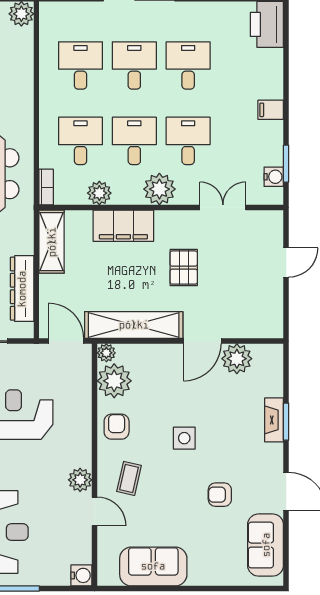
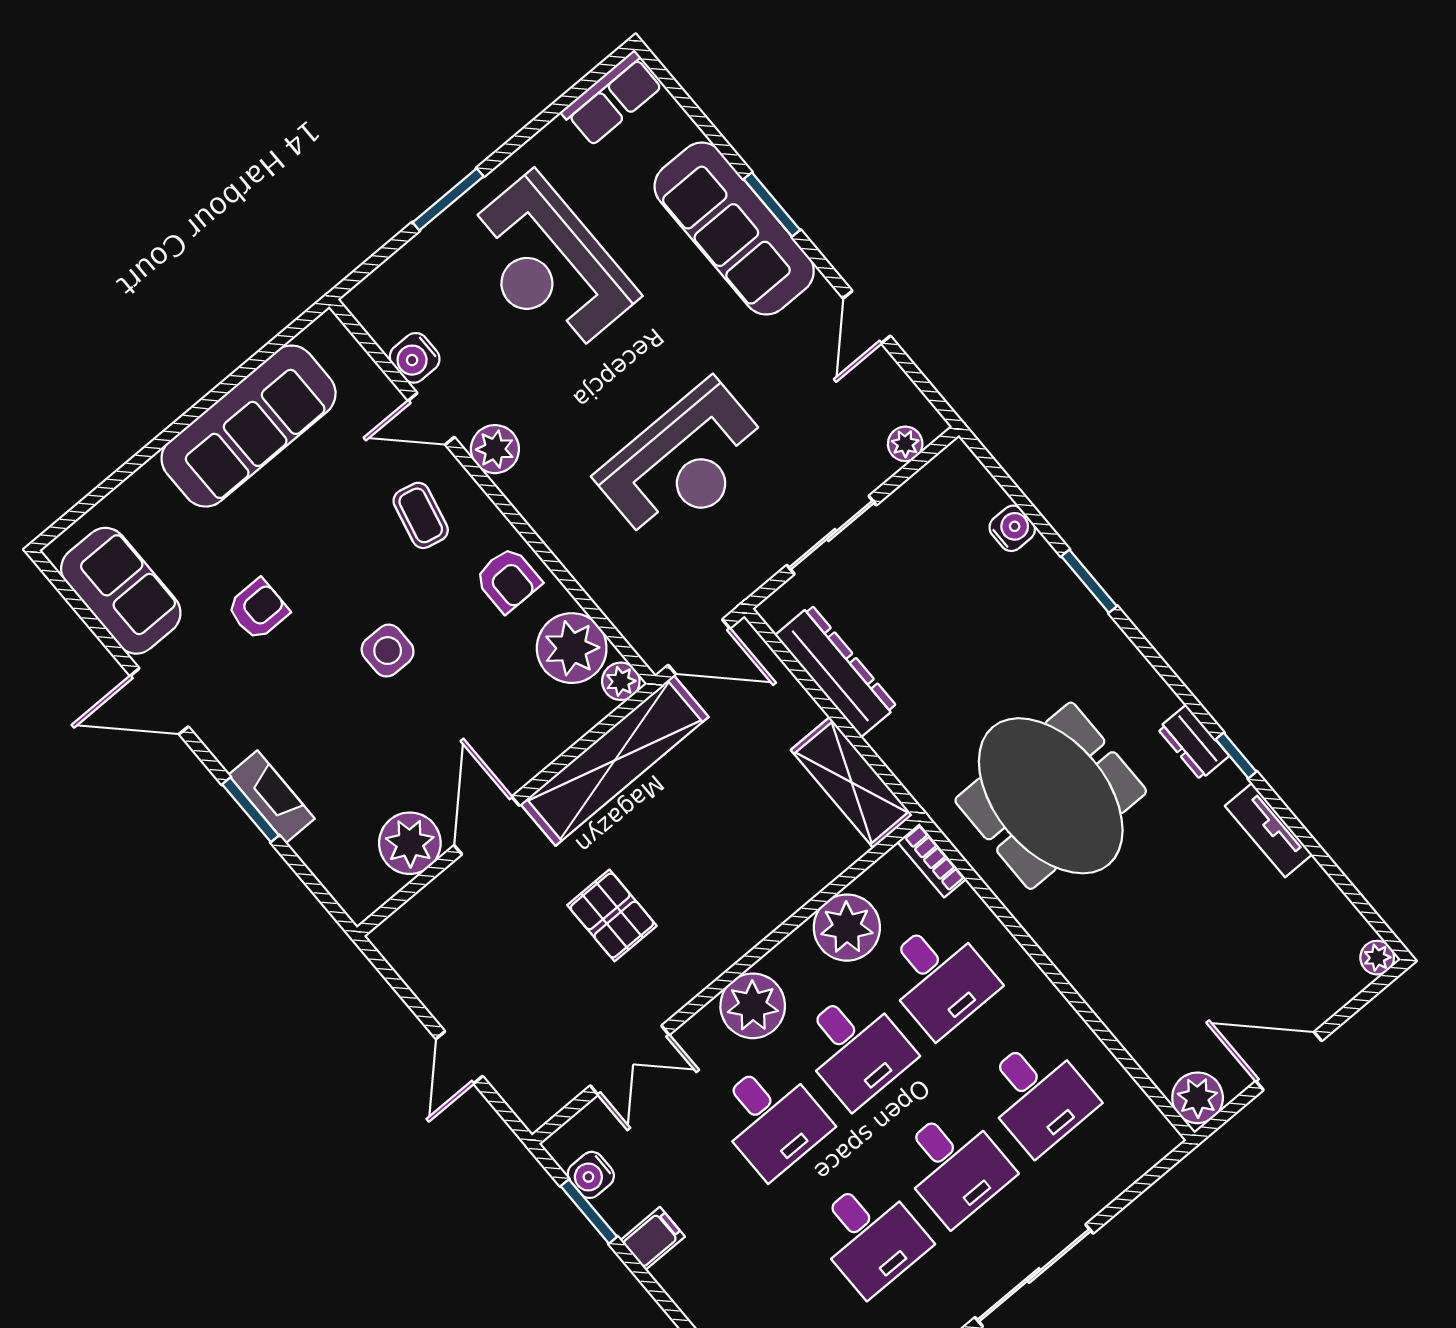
filing cabinet: (271, 110) -> (653, 1238), moved
plant: (99, 193) -> (847, 928), width x1.36, depth x1.36
filing cabinet: (123, 226) -> (761, 901), removed
sofa: (153, 566) -> (249, 426), width x1.36
water cooler: (81, 575) -> (415, 358), moved

